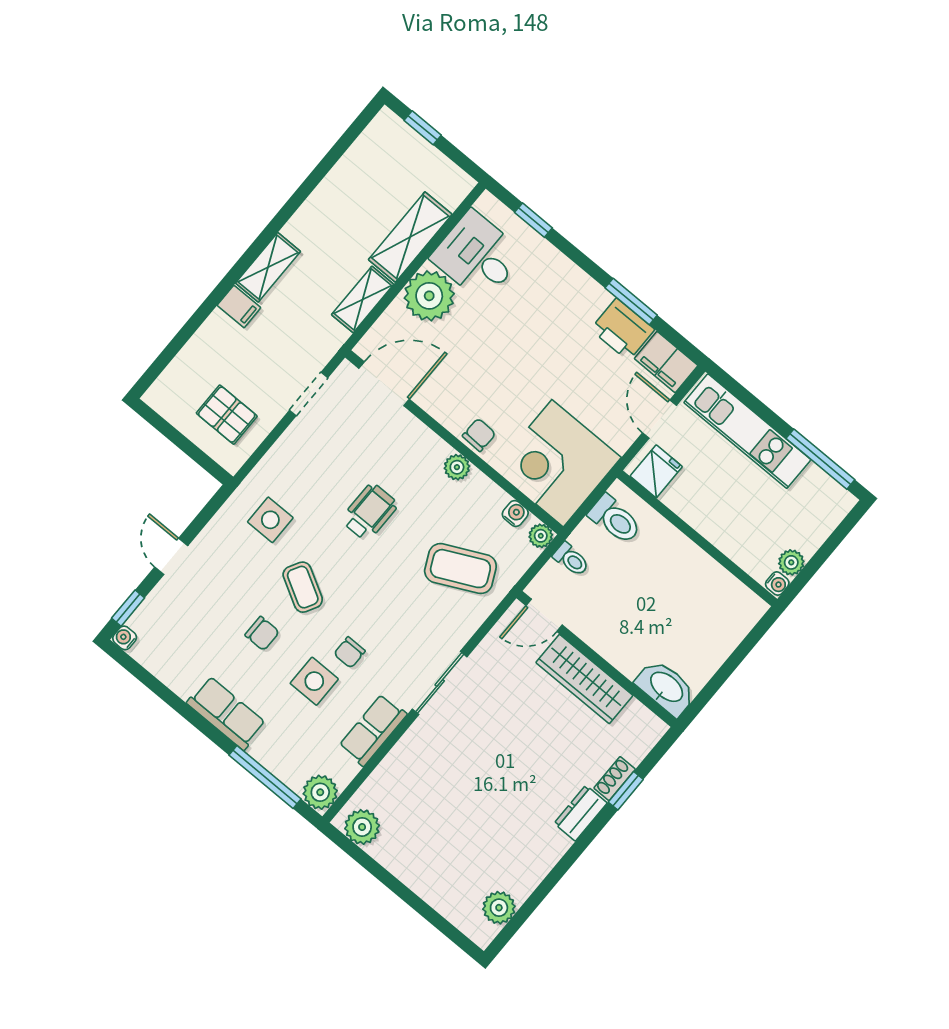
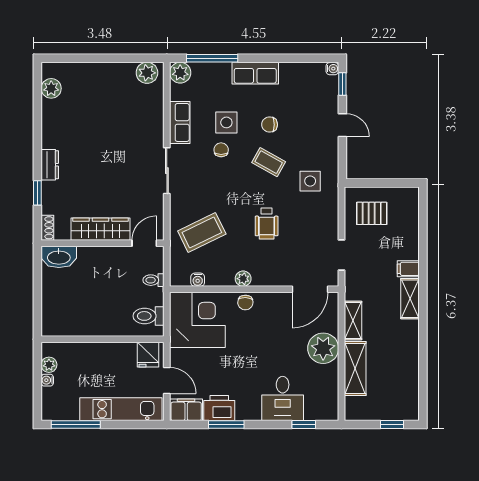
desk: (477, 256) -> (283, 398), moved, turned 90
plant: (541, 536) -> (177, 279), removed
water cooler: (777, 584) -> (47, 380), moved
shoe rack: (615, 779) -> (47, 228), moved

